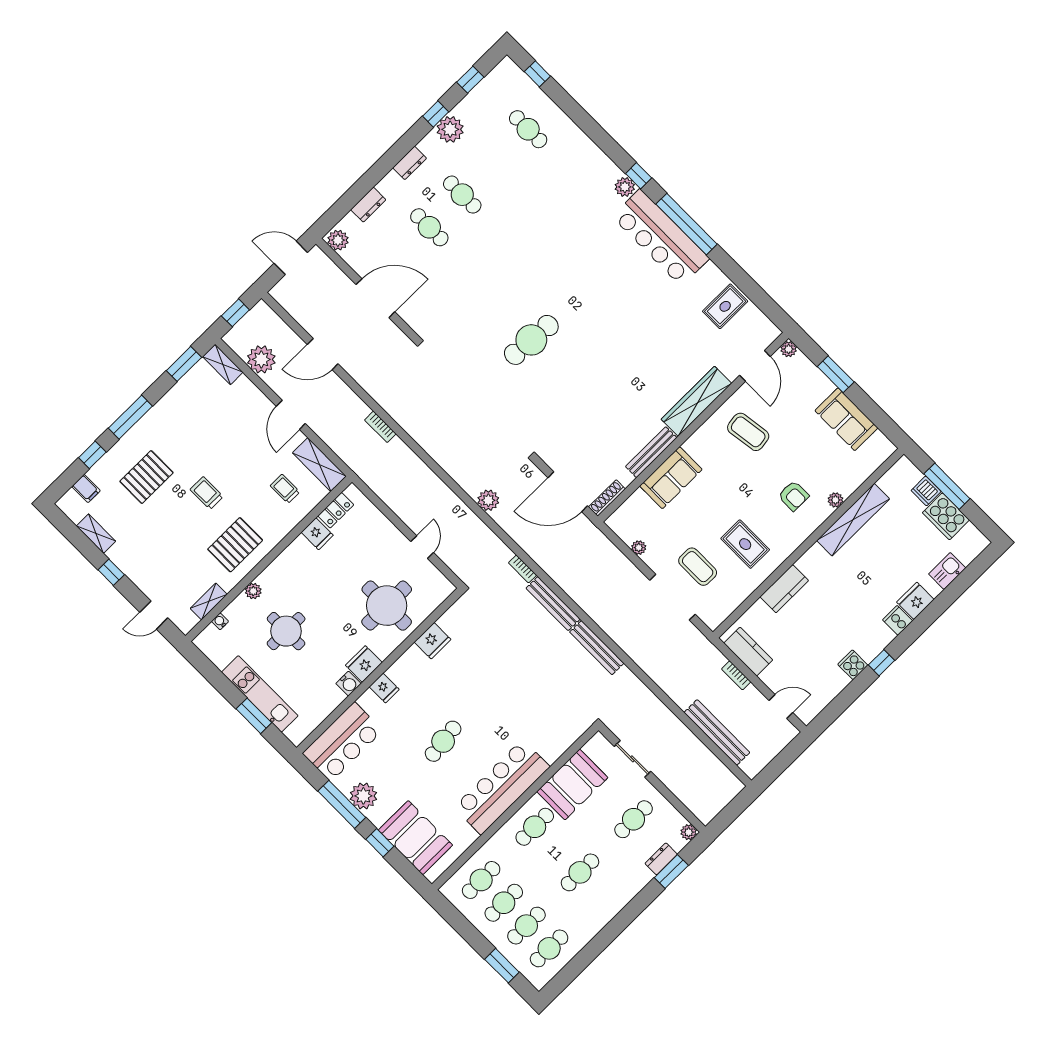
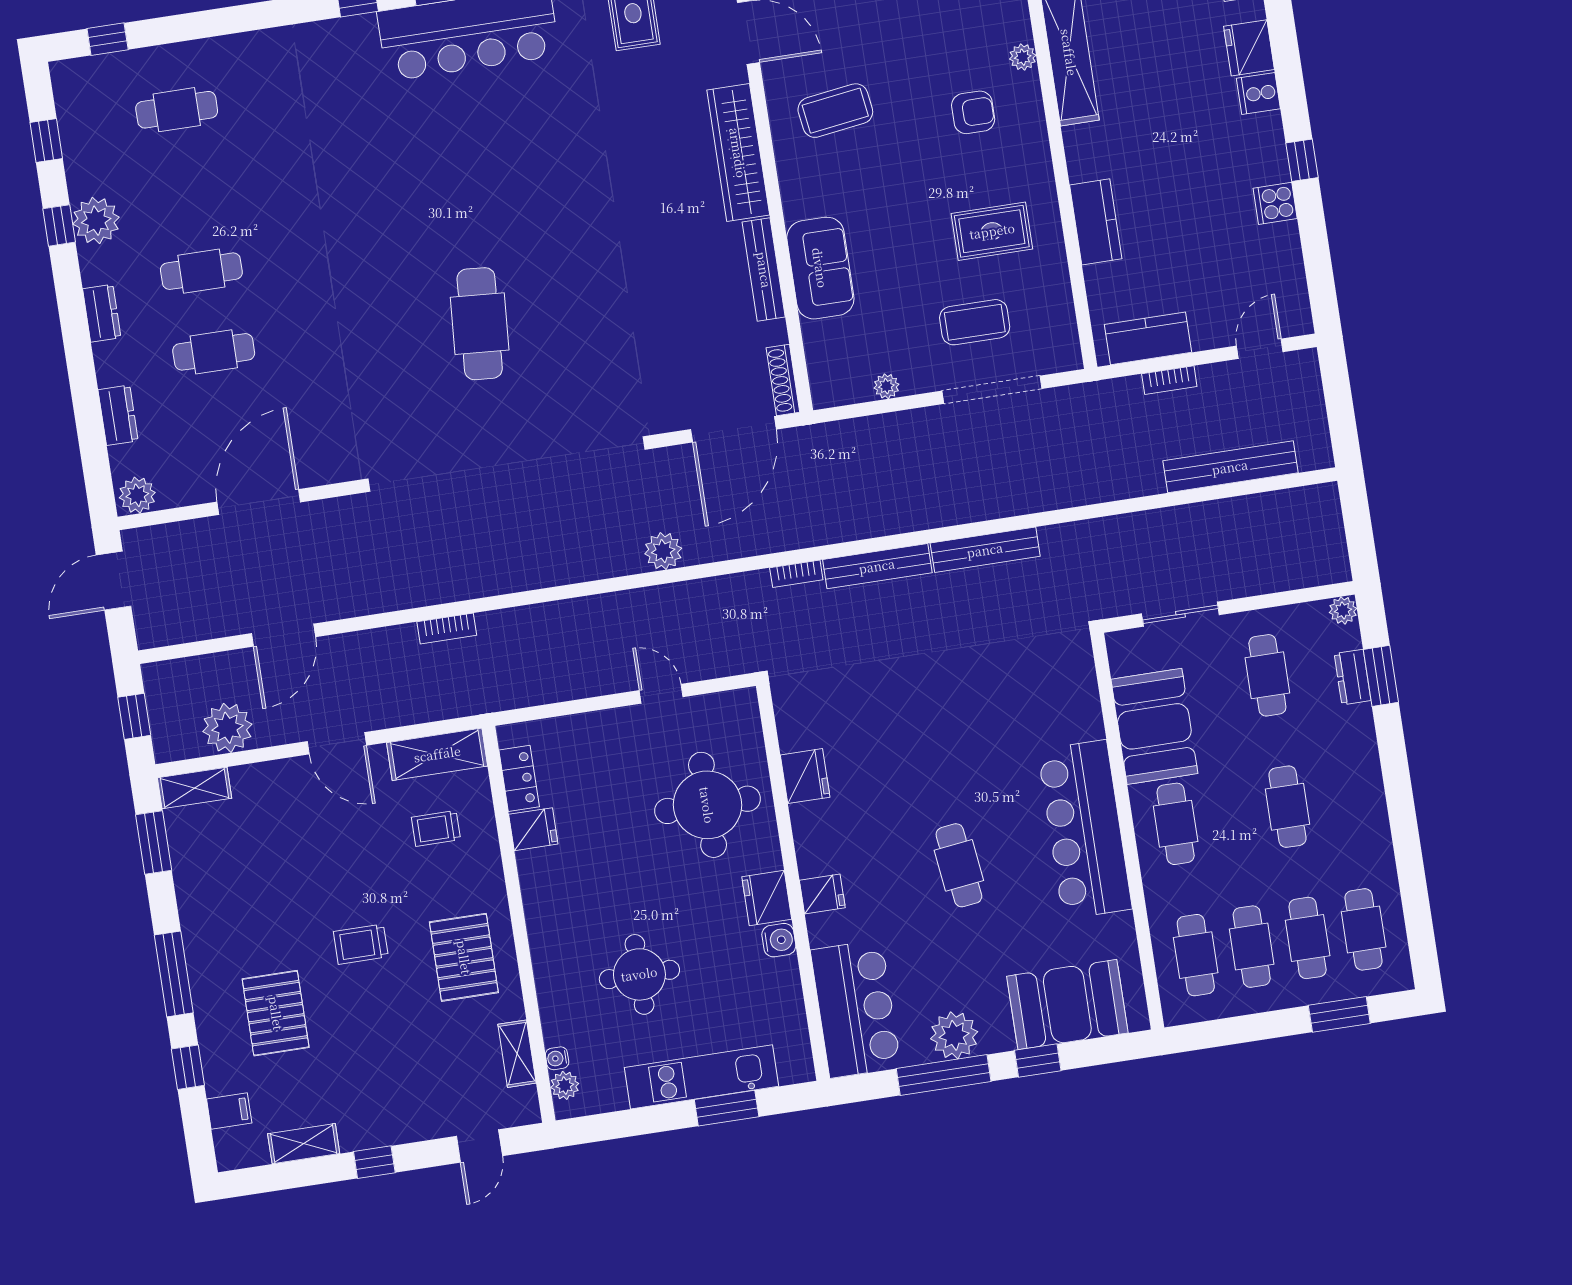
plant: (625, 187) -> (359, 32), removed
plant: (253, 591) -> (565, 1085), moved

